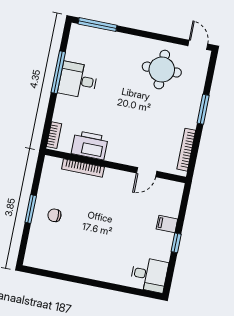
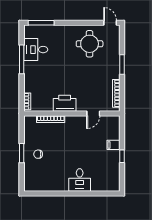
desk: (78, 80) -> (36, 50), moved
printer: (90, 145) -> (65, 103), moved
desk: (149, 275) -> (80, 180), moved, turned 90

